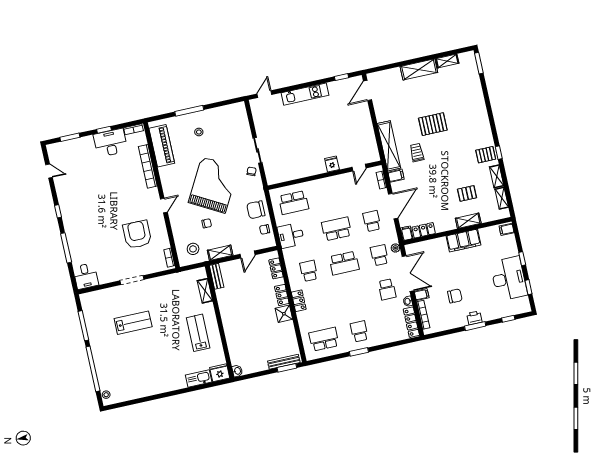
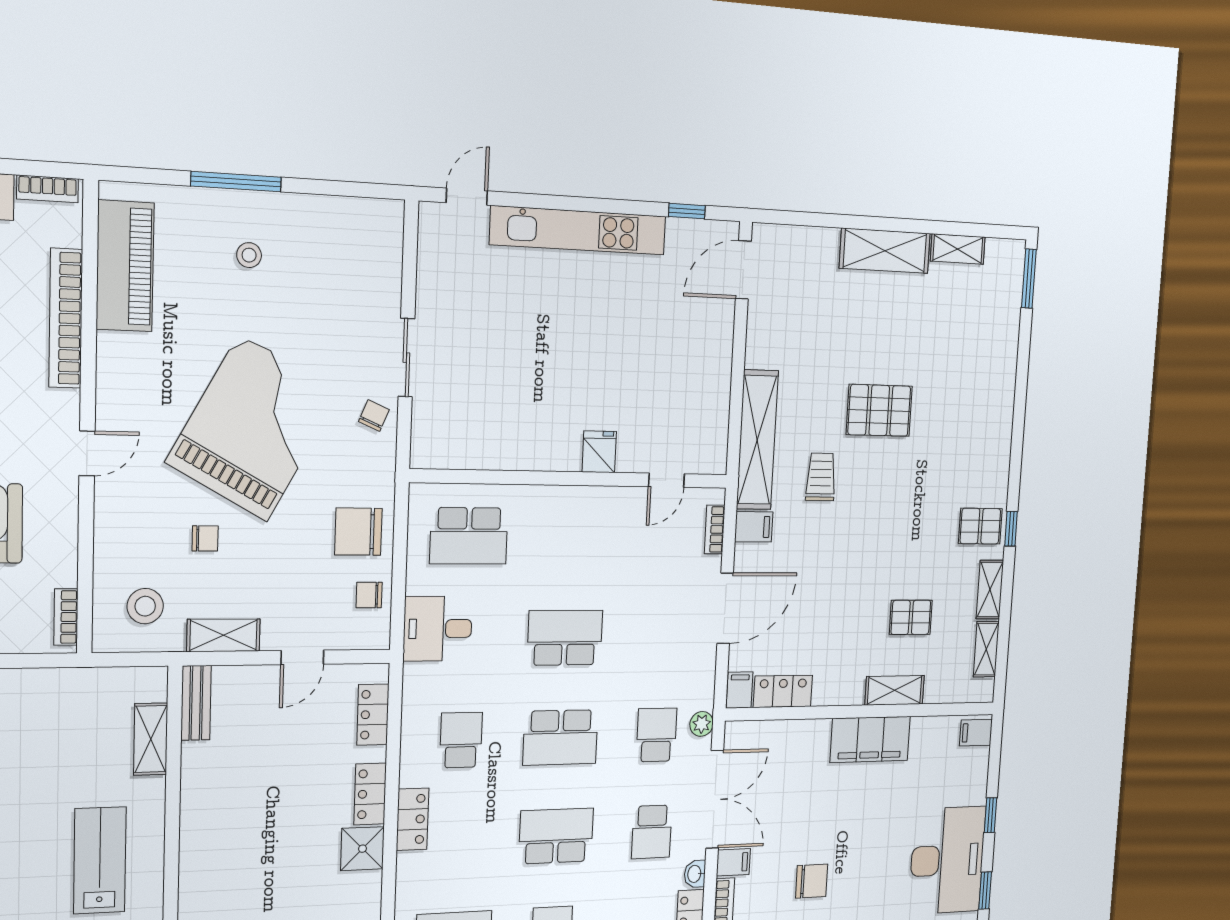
kitchen unit: (305, 94) -> (578, 230), width x1.36
school desk: (372, 221) -> (556, 836), moved, width x1.85

